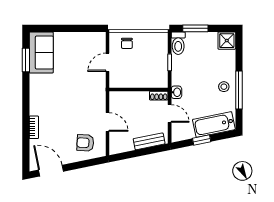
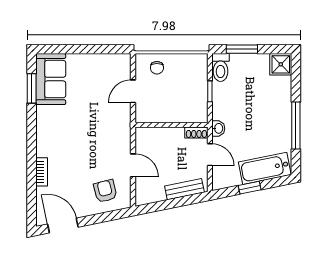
stool: (224, 87) -> (277, 121), removed
armchair: (85, 143) -> (105, 191), turned 73

